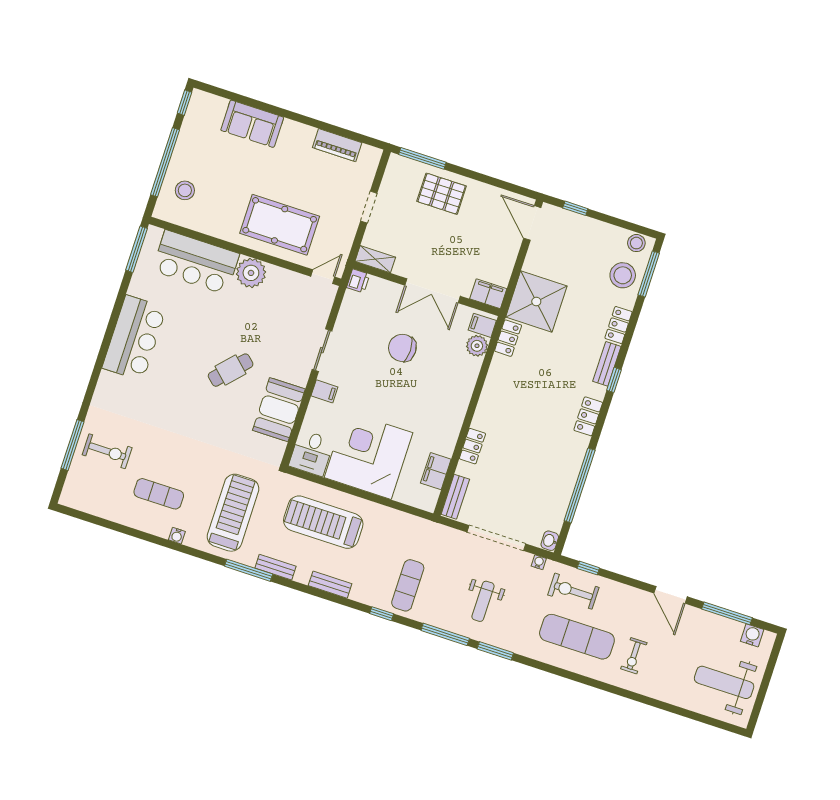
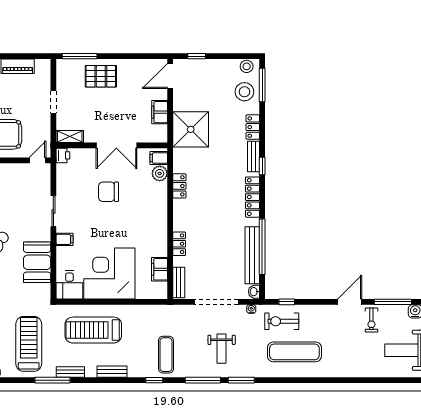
door: (532, 223) -> (170, 76), hinge flipped
filing cabinet: (488, 294) -> (160, 112), moved, turned -90
locker: (508, 338) -> (179, 186), moved
locker: (588, 416) -> (252, 197), width x1.53
bench: (563, 492) -> (252, 255), added
door: (671, 595) -> (350, 302), swing flipped
exercise bike: (634, 656) -> (371, 320), moved

